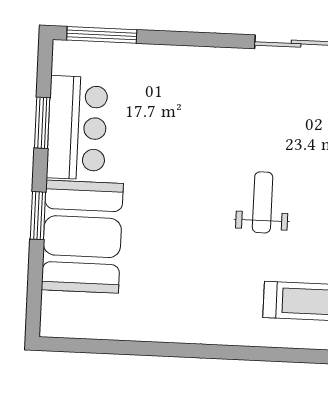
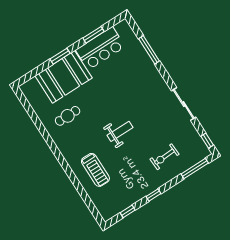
window: (102, 35) -> (149, 50), moved
cafe table: (162, 282) -> (68, 116), added

